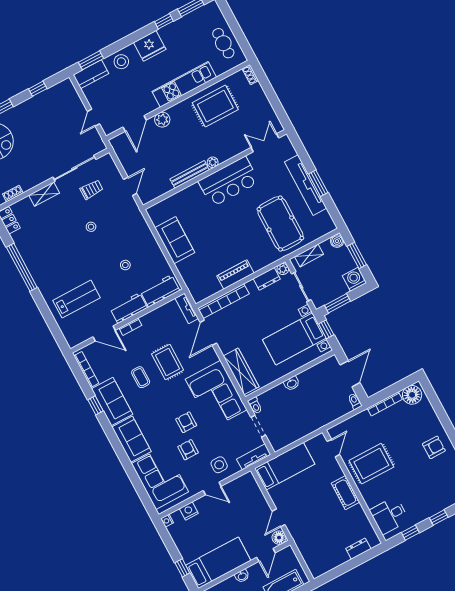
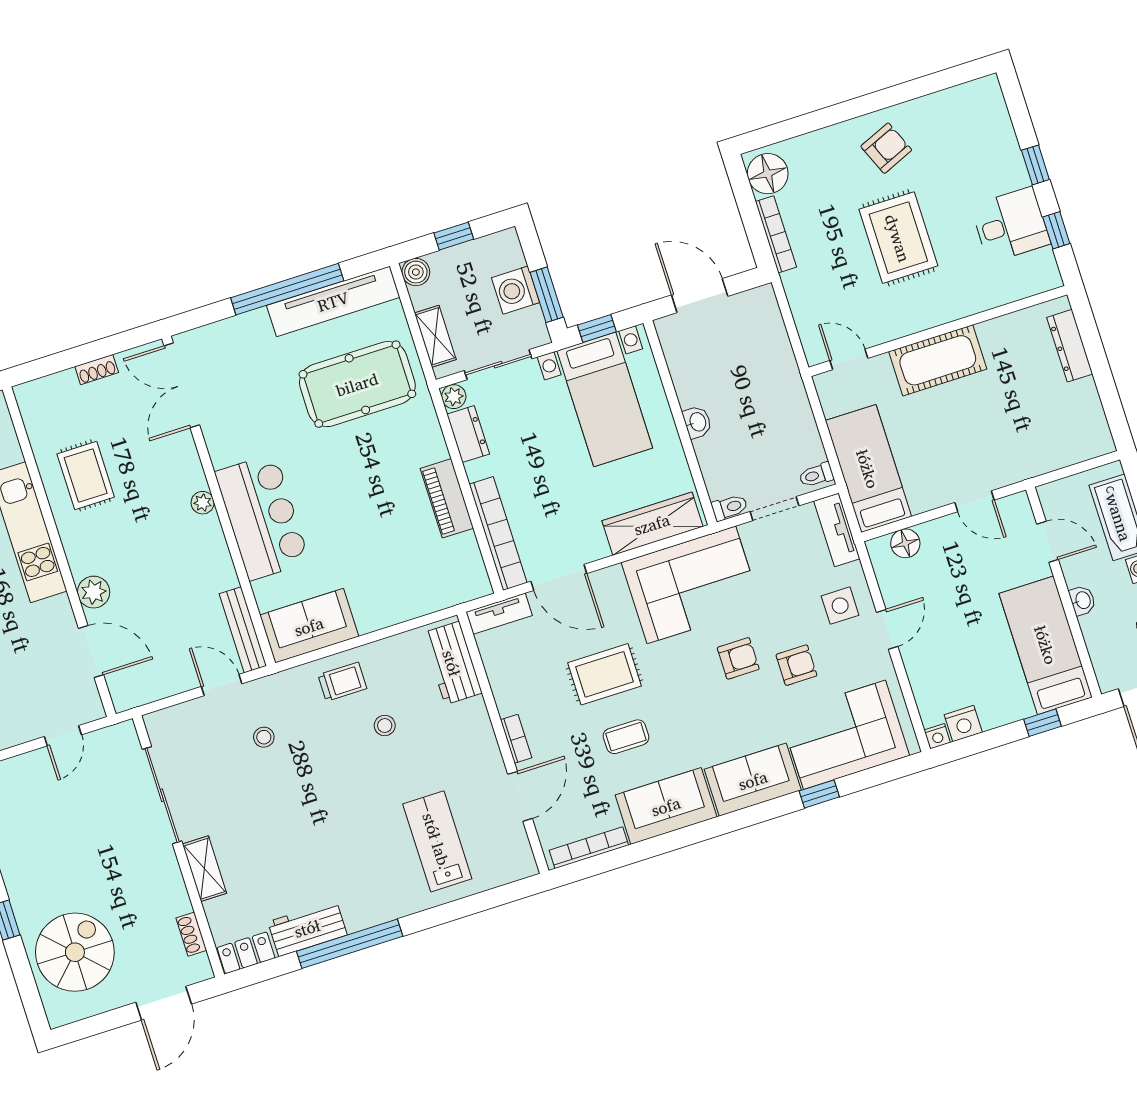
shoe rack: (250, 75) -> (97, 370), moved
rug: (215, 106) -> (86, 475), width x0.73, depth x0.70
door: (93, 118) -> (63, 736), hinge flipped
double door: (265, 143) -> (182, 385), width x1.37
bench: (190, 174) -> (243, 630), moved
bar counter: (229, 182) -> (262, 517), moved
window: (318, 183) -> (287, 289), width x2.11
tv unit: (306, 185) -> (333, 301), moved
trolley: (92, 190) -> (342, 682), moved, turned 90
stool: (91, 227) -> (264, 737), moved
sofa: (175, 240) -> (309, 626), moved
window: (357, 255) -> (454, 236), width x0.67
washing machine: (354, 279) -> (516, 290), moved
workbench: (129, 308) -> (307, 928), moved, turned 90
toilet: (355, 401) -> (816, 475), moved
window: (95, 405) -> (819, 794), moved
armchair: (186, 422) -> (738, 658), turned 180
armchair: (434, 447) -> (886, 148), turned 67
armchair: (188, 450) -> (796, 665), turned 180
rug: (371, 464) -> (898, 238), moved
cot: (345, 493) -> (938, 360), width x1.37, depth x1.34
nightstand: (189, 511) -> (963, 724), moved, turned -90
desk: (389, 515) -> (1010, 225), moved, turned -90
floor lamp: (279, 538) -> (905, 543), moved
dresser: (358, 549) -> (1070, 346), width x1.44

